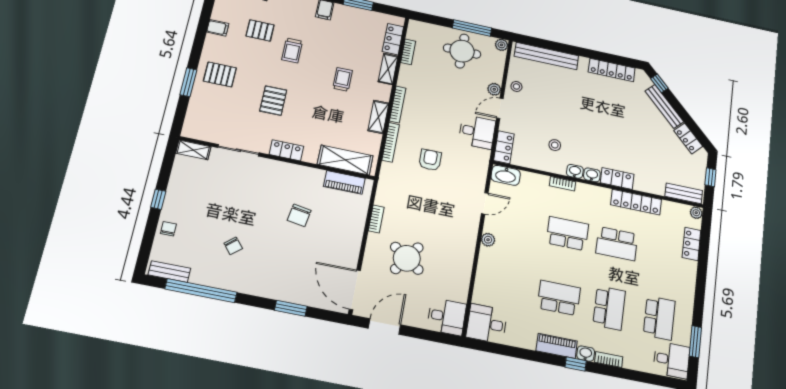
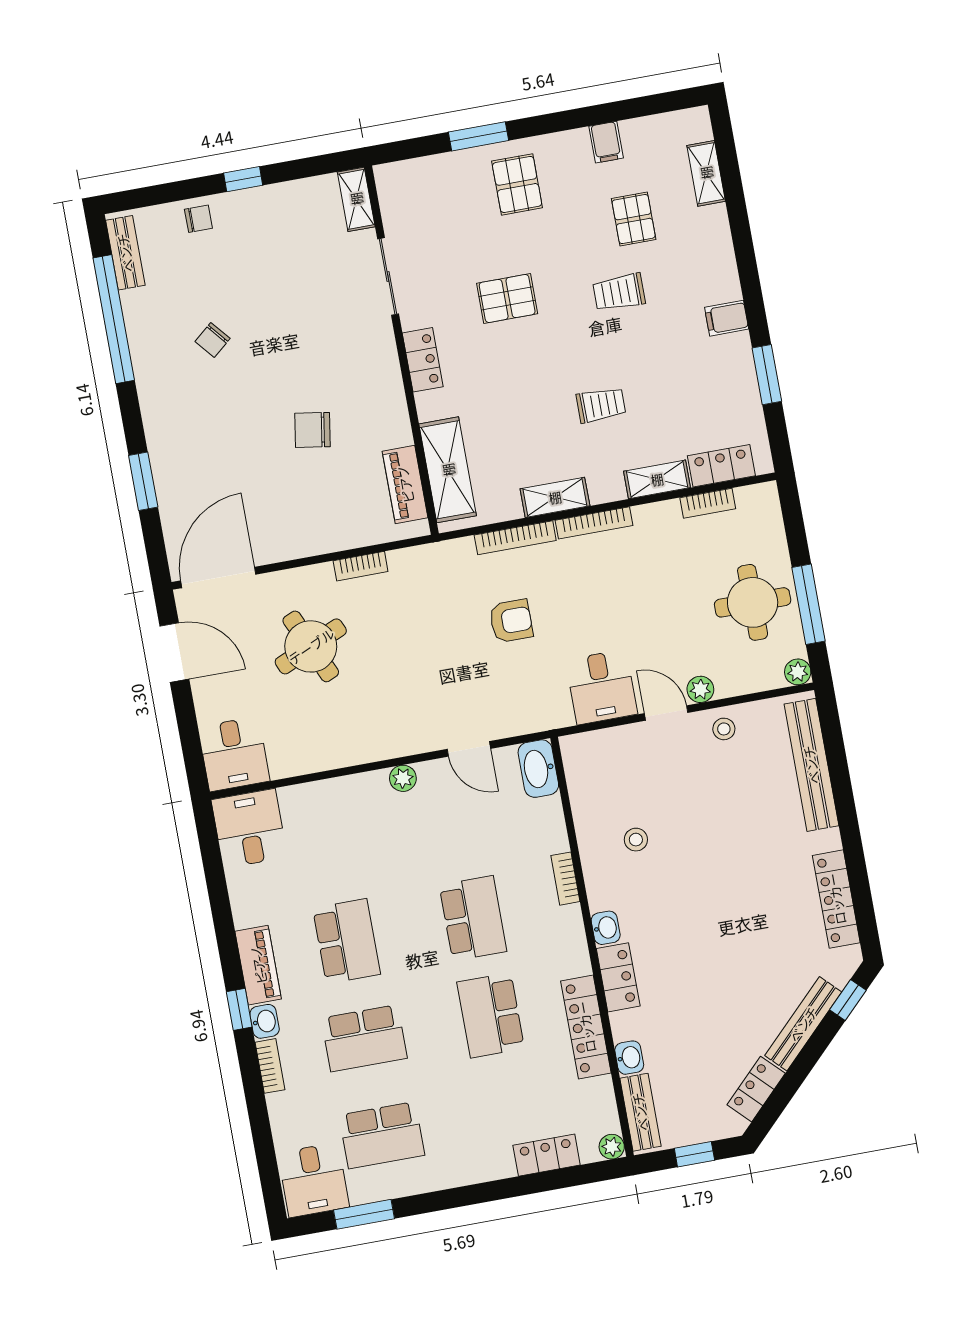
locker: (504, 147) -> (592, 747), removed
washbasin: (575, 171) -> (629, 1058), moved
round table: (407, 258) -> (311, 646), turned 31

